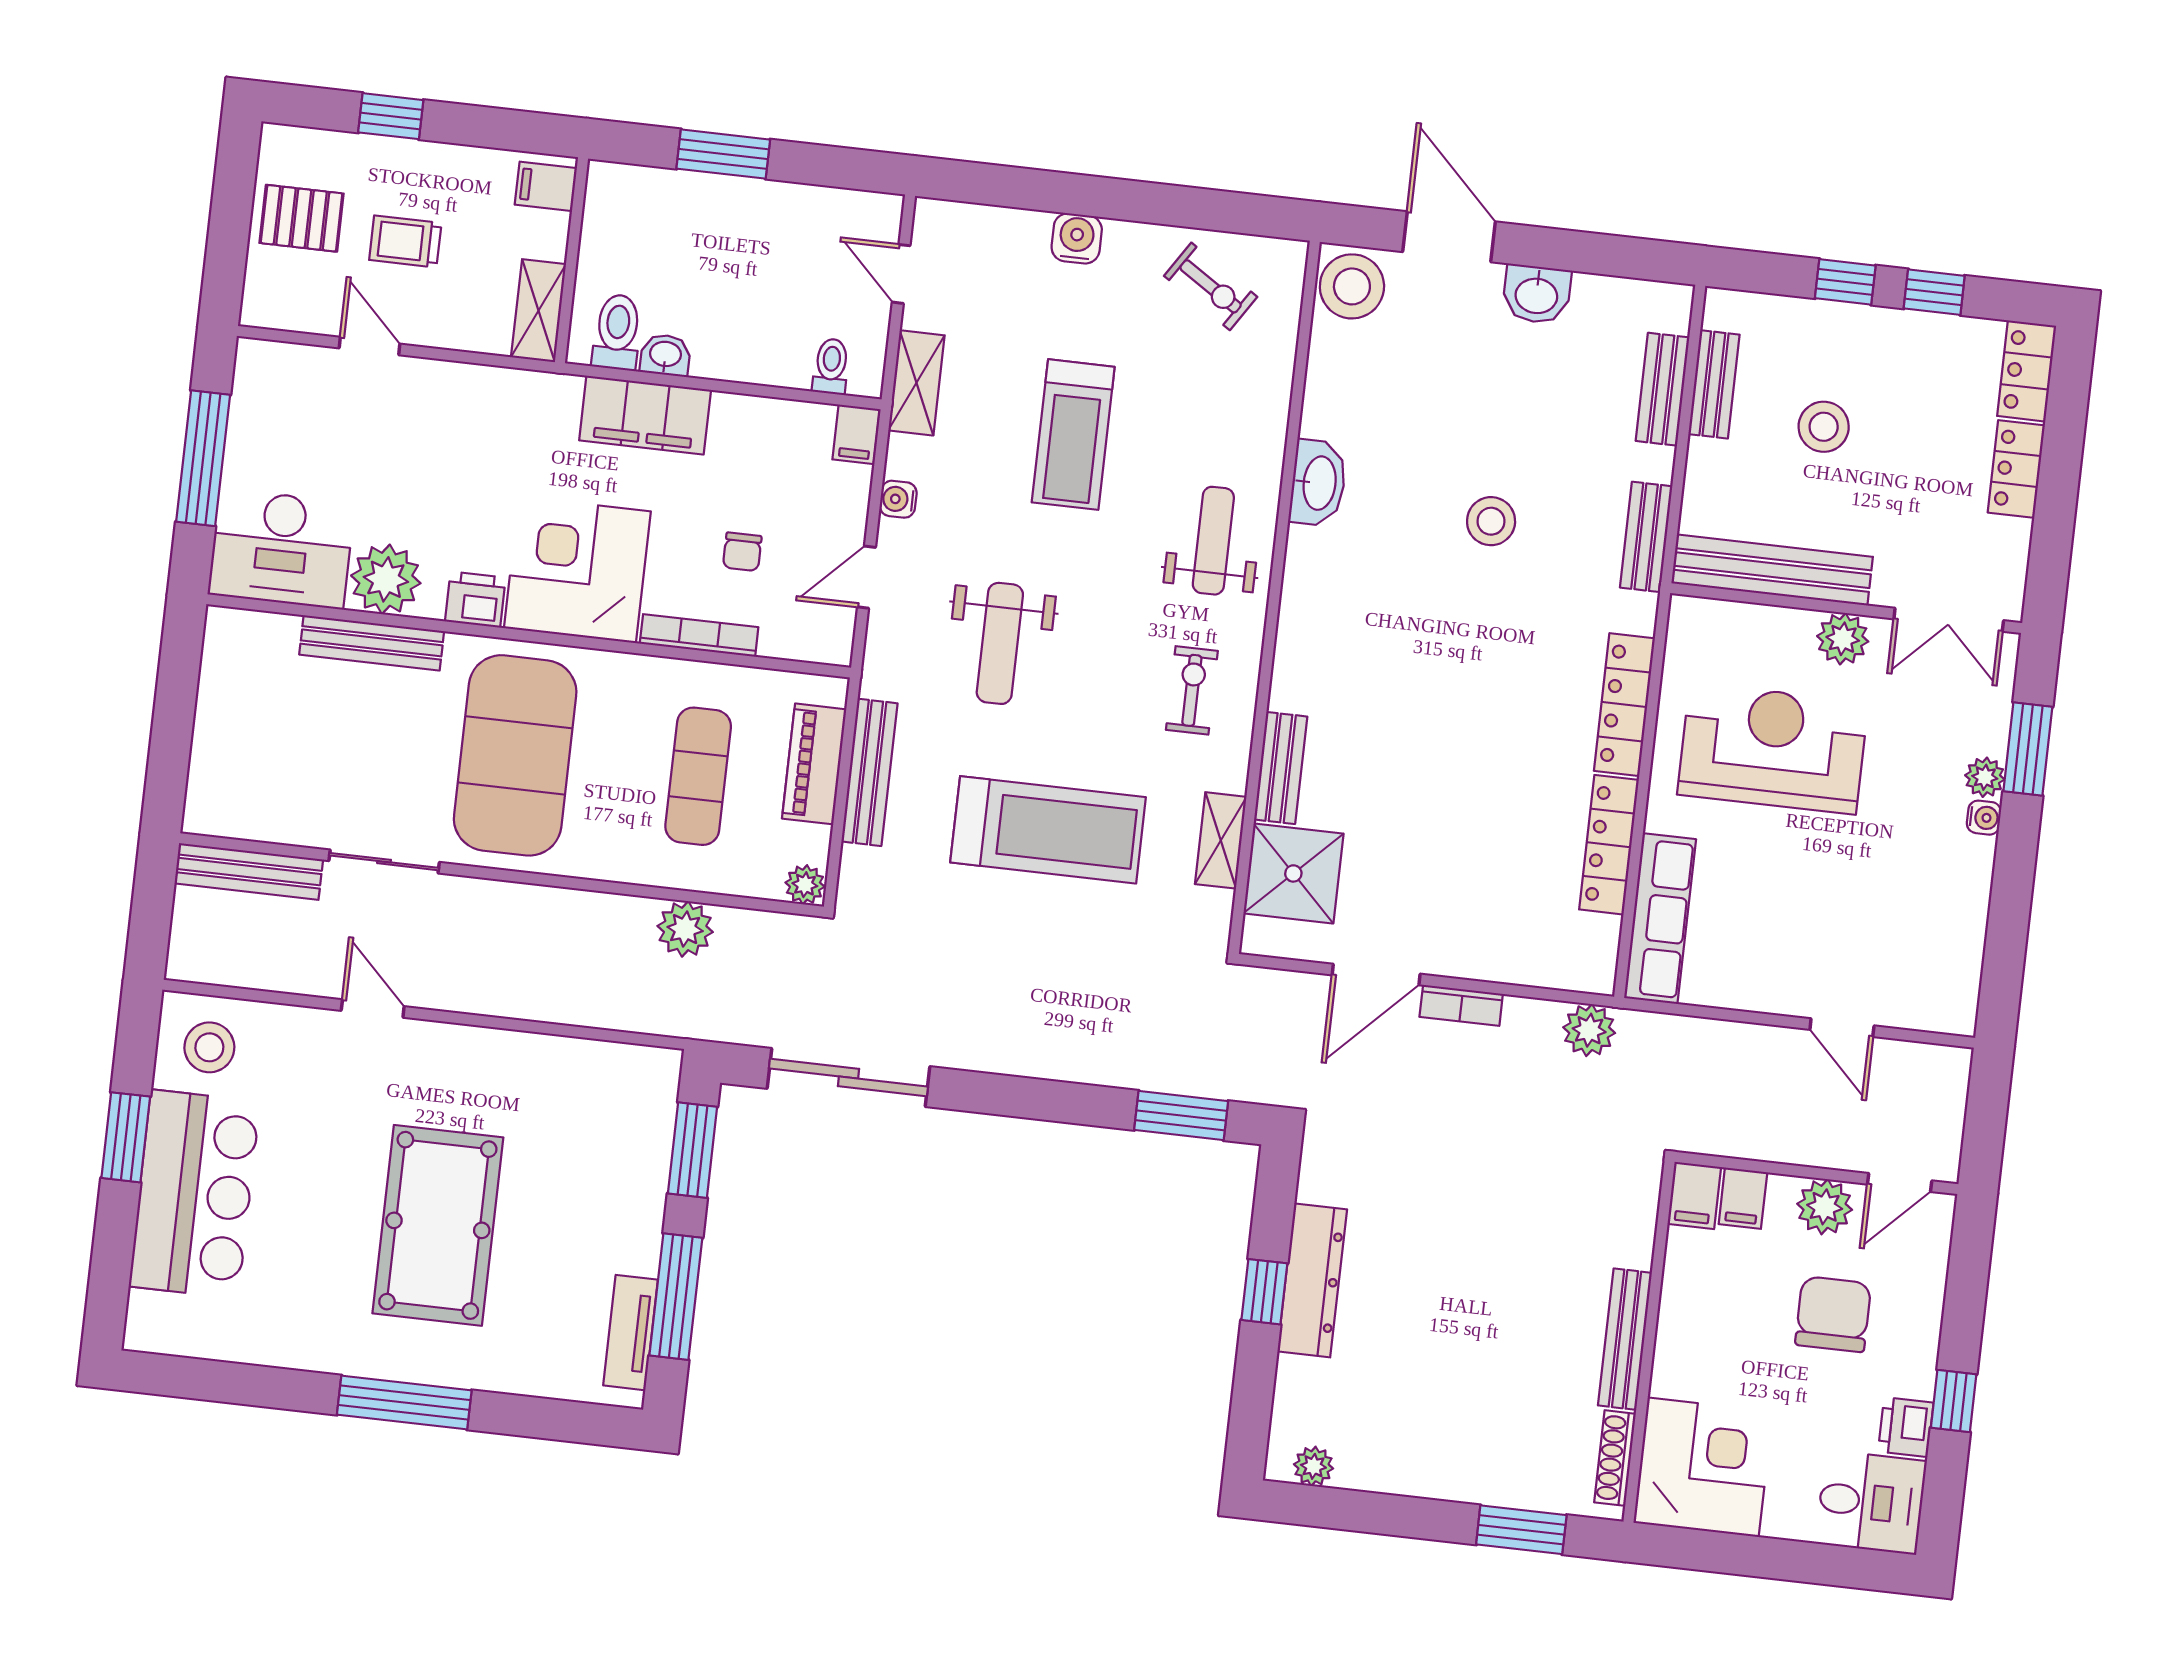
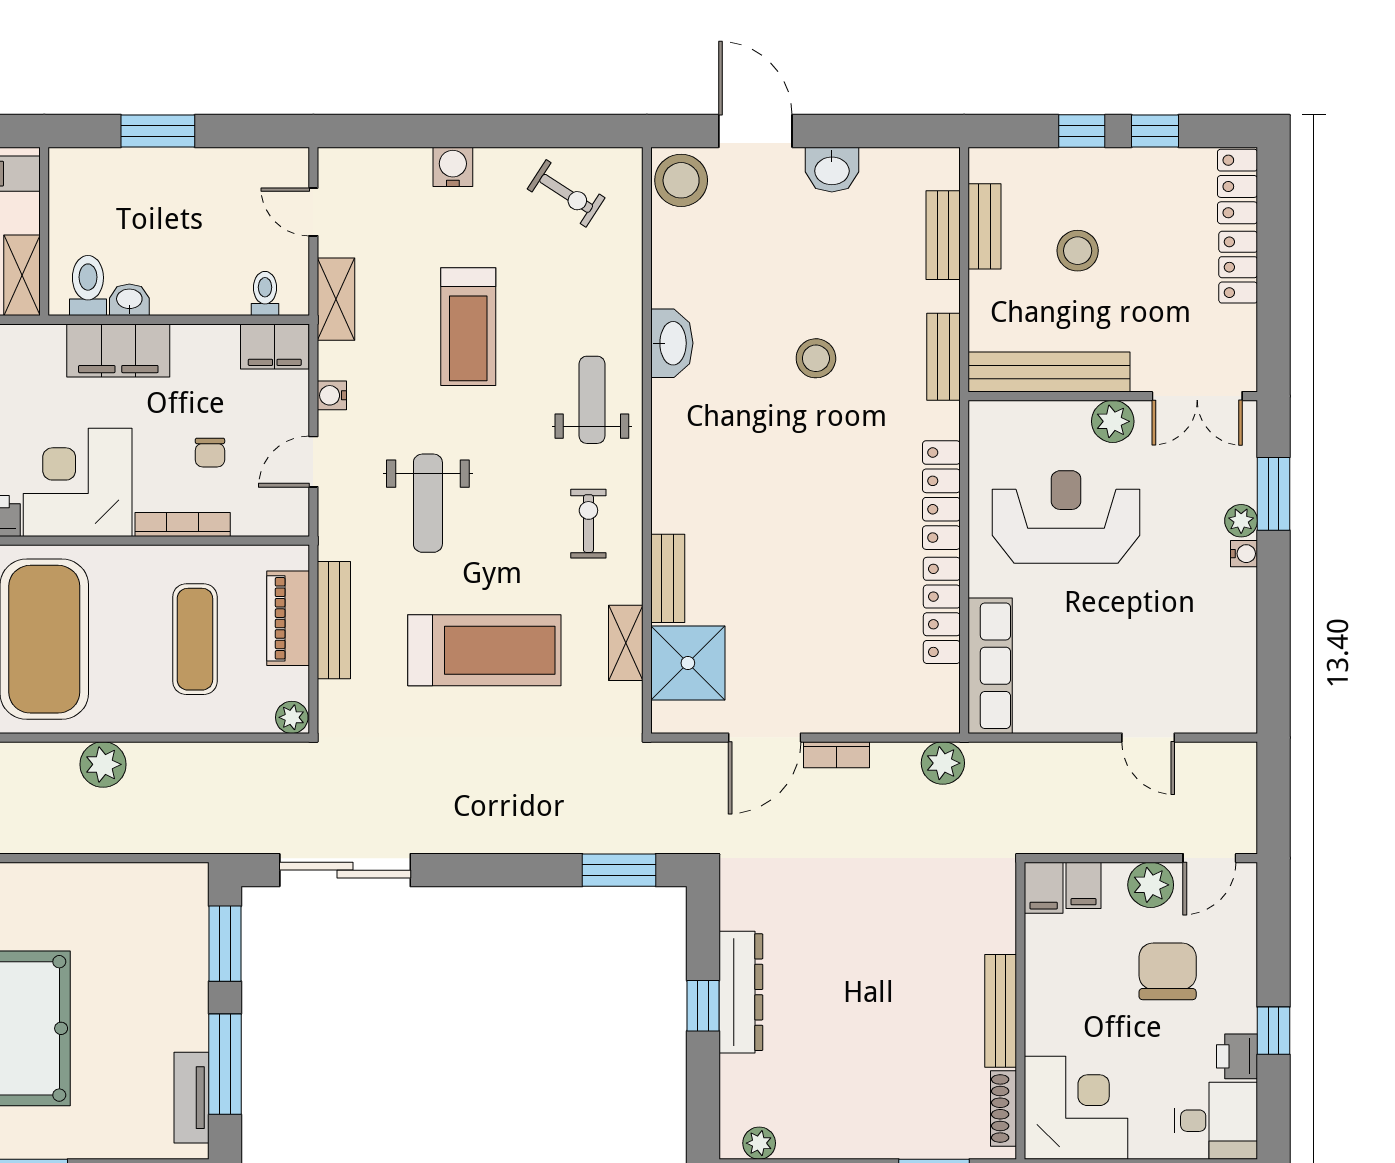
filing cabinet: (856, 434) -> (275, 346), width x2.00
plant: (685, 929) -> (103, 764), moved

